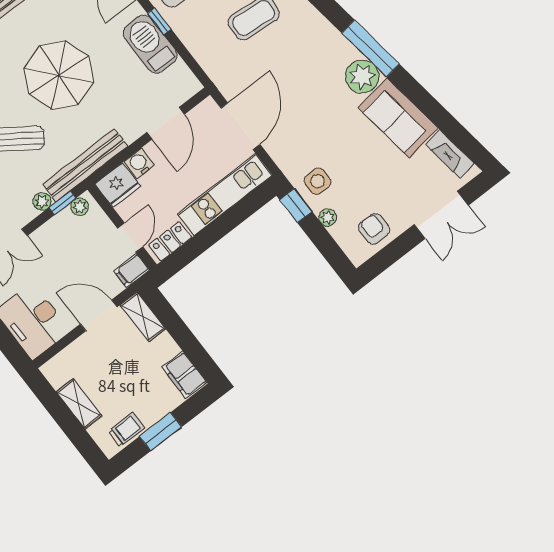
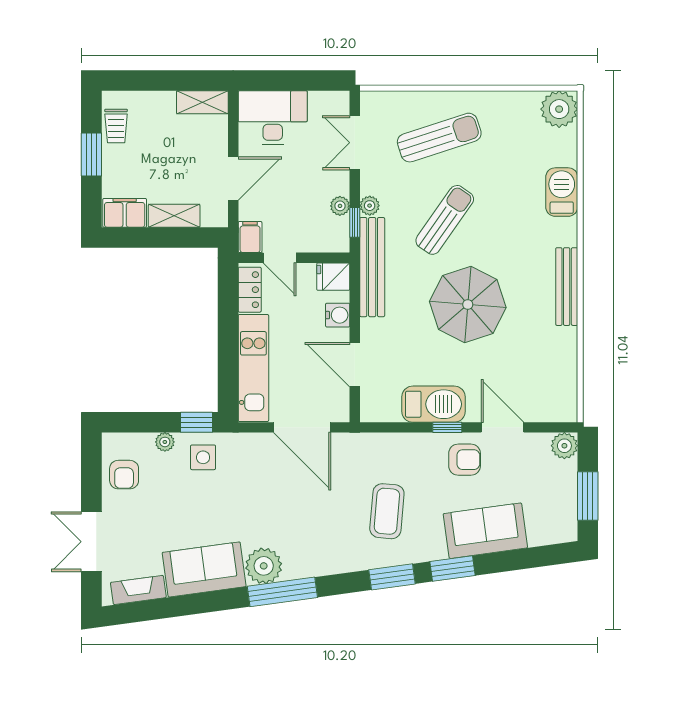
fridge: (118, 185) -> (333, 277), width x0.72
plant: (80, 207) -> (340, 206), moved
armchair: (374, 229) -> (124, 475), turned 90
shelving: (143, 317) -> (174, 216), moved
shelving: (79, 404) -> (202, 102), moved

